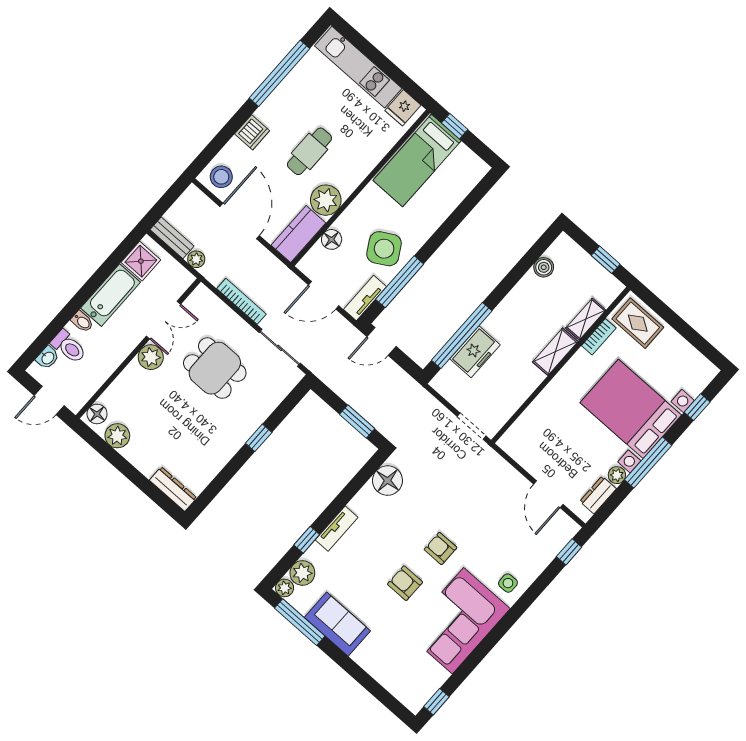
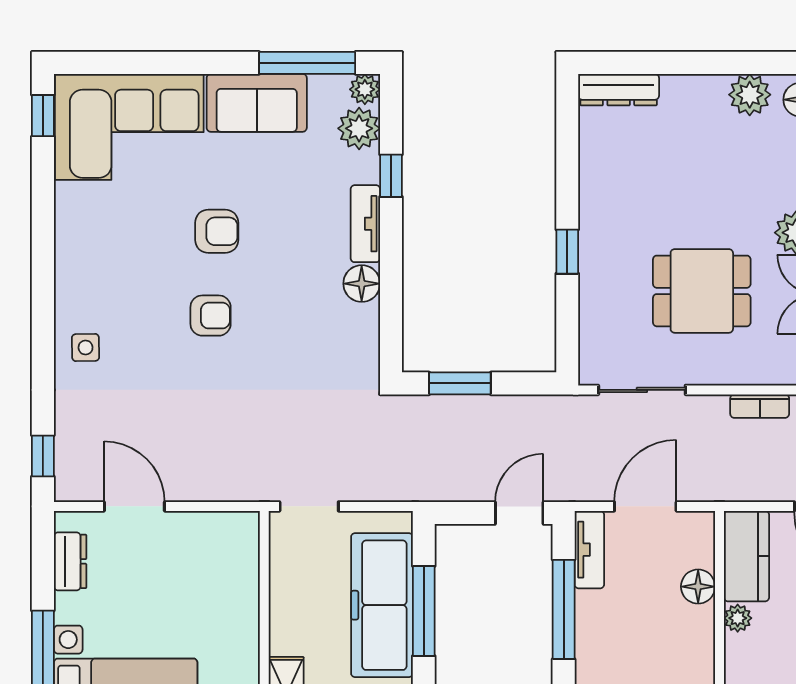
plant: (326, 200) -> (738, 618), width x0.53, depth x0.53
side table: (384, 249) -> (621, 634), removed
bookcase: (241, 301) -> (760, 406), width x0.64
window: (462, 335) -> (424, 611), width x0.68
freezer: (475, 352) -> (382, 605), width x1.91, depth x1.26
plant: (617, 475) -> (68, 608), removed
floor lamp: (387, 481) -> (362, 284), moved, width x0.73, depth x0.73
corner sofa: (458, 621) -> (129, 127), moved, turned 90

